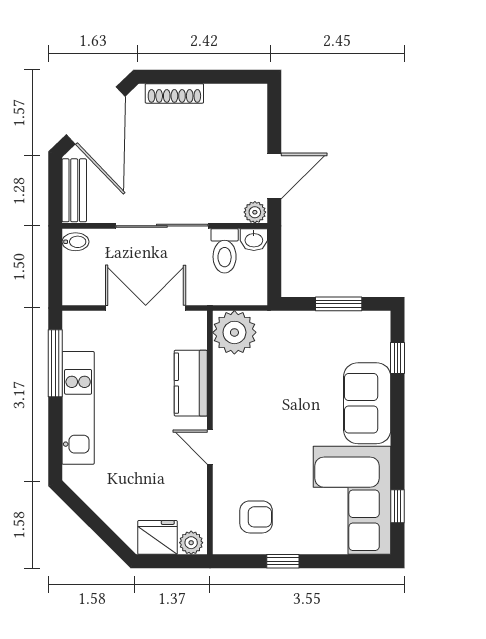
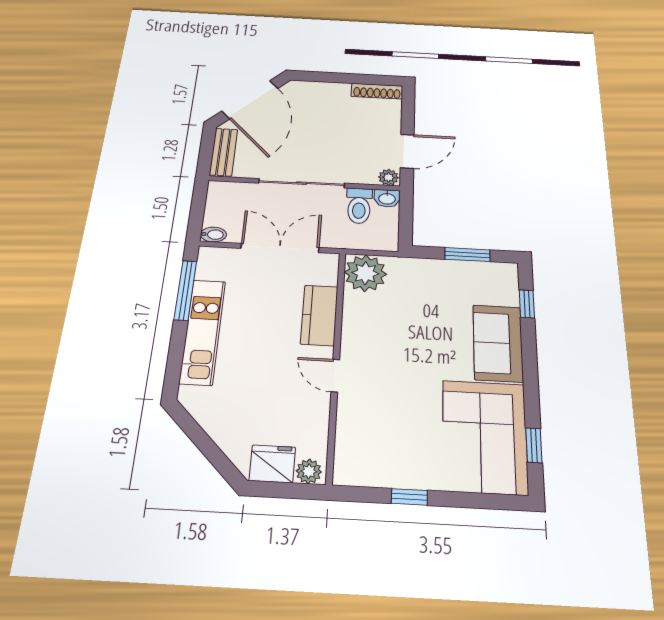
shoe rack: (174, 93) -> (377, 91), moved
bidet: (76, 242) -> (213, 235), moved
armchair: (256, 517) -> (381, 448), removed

